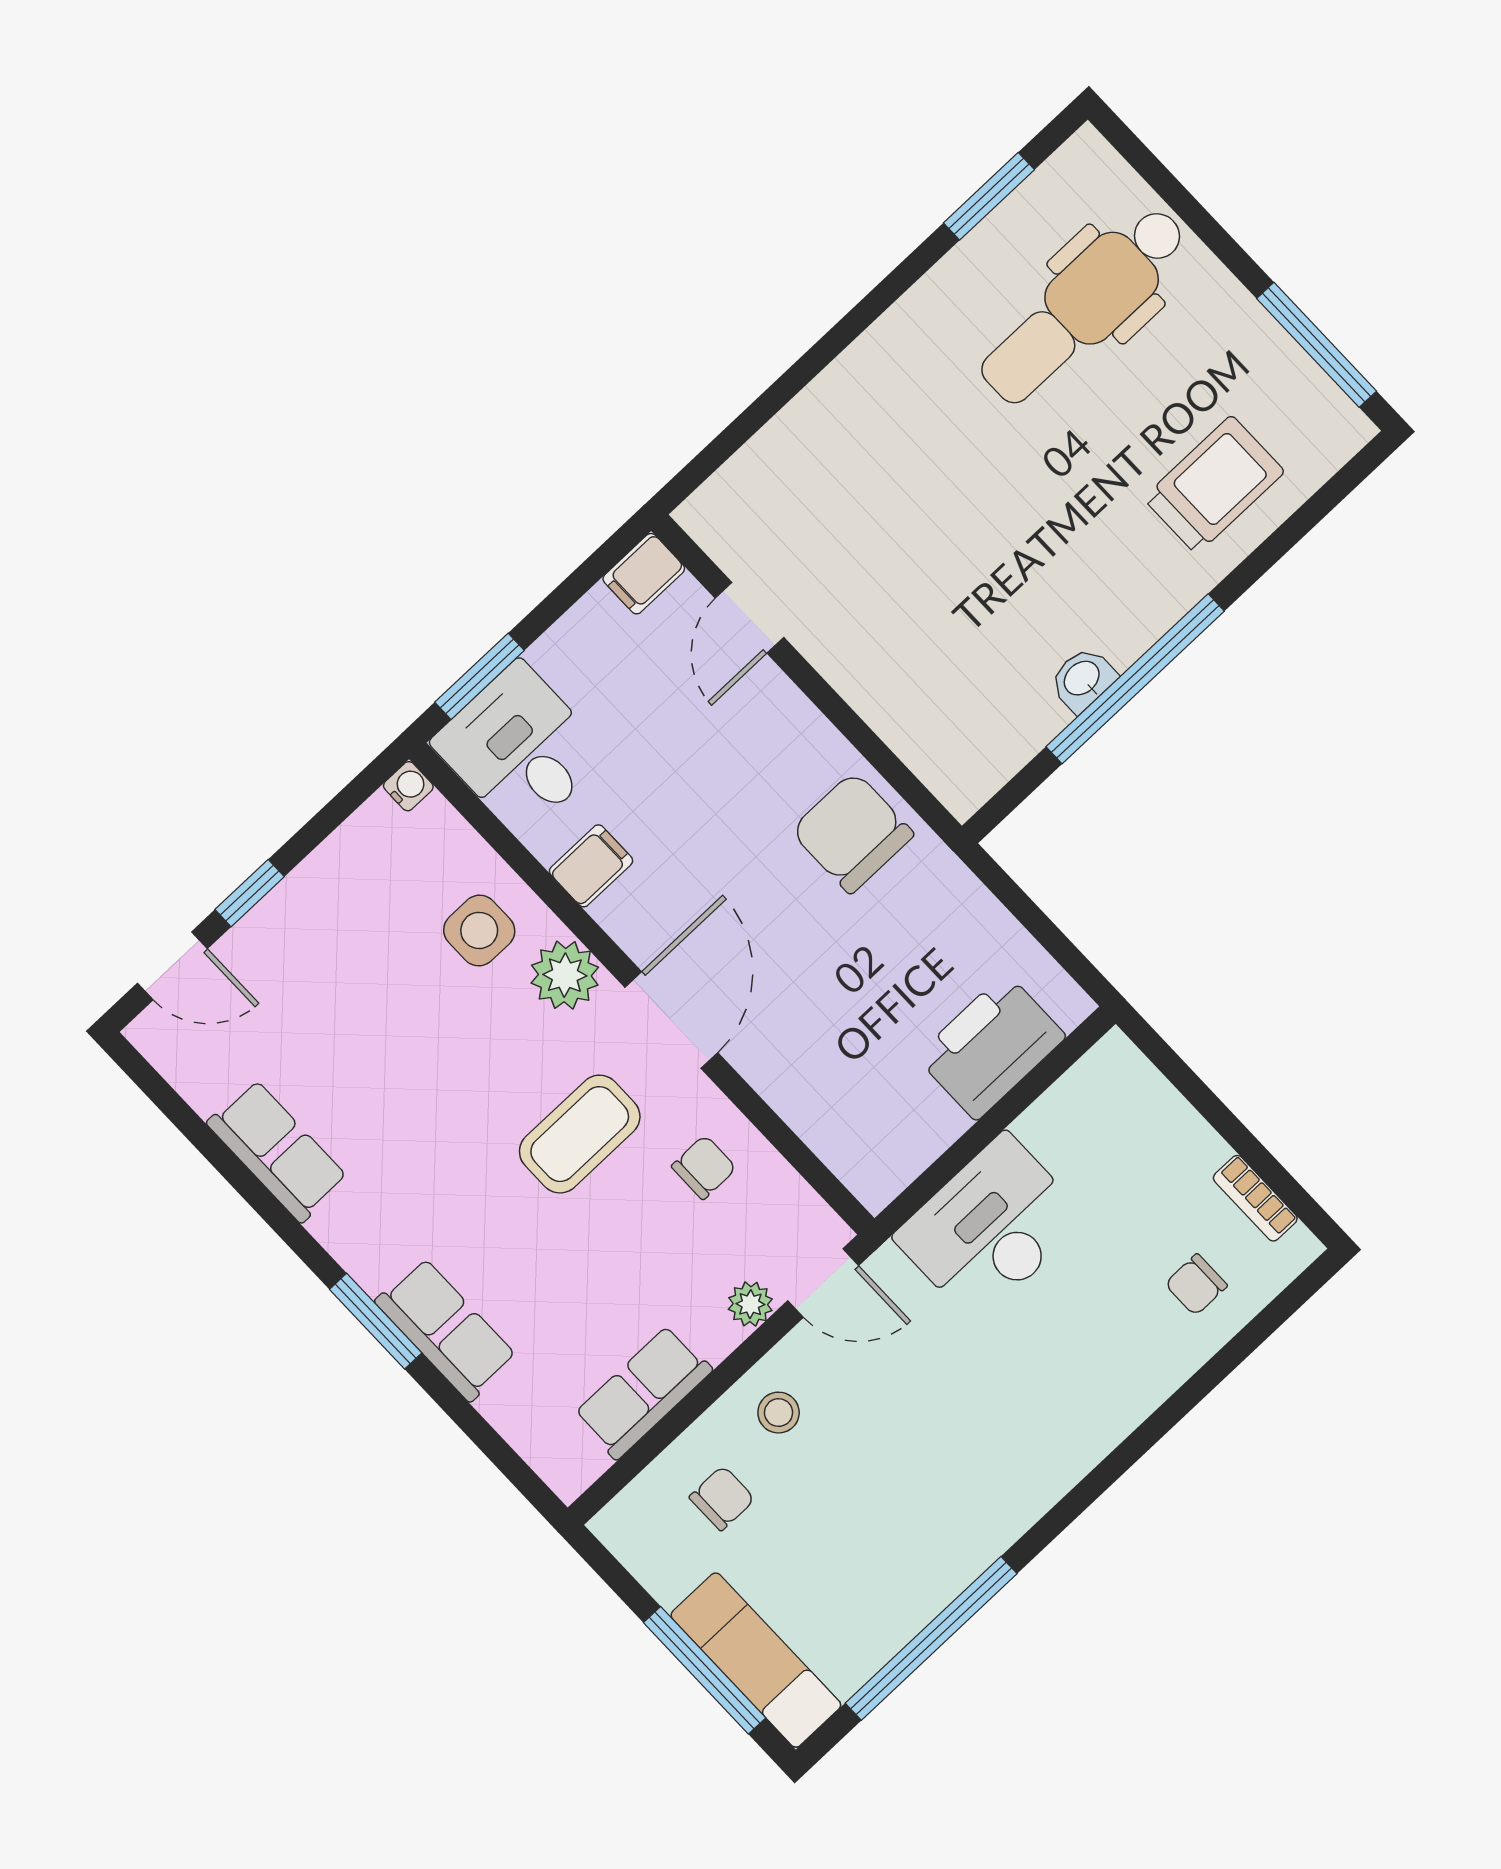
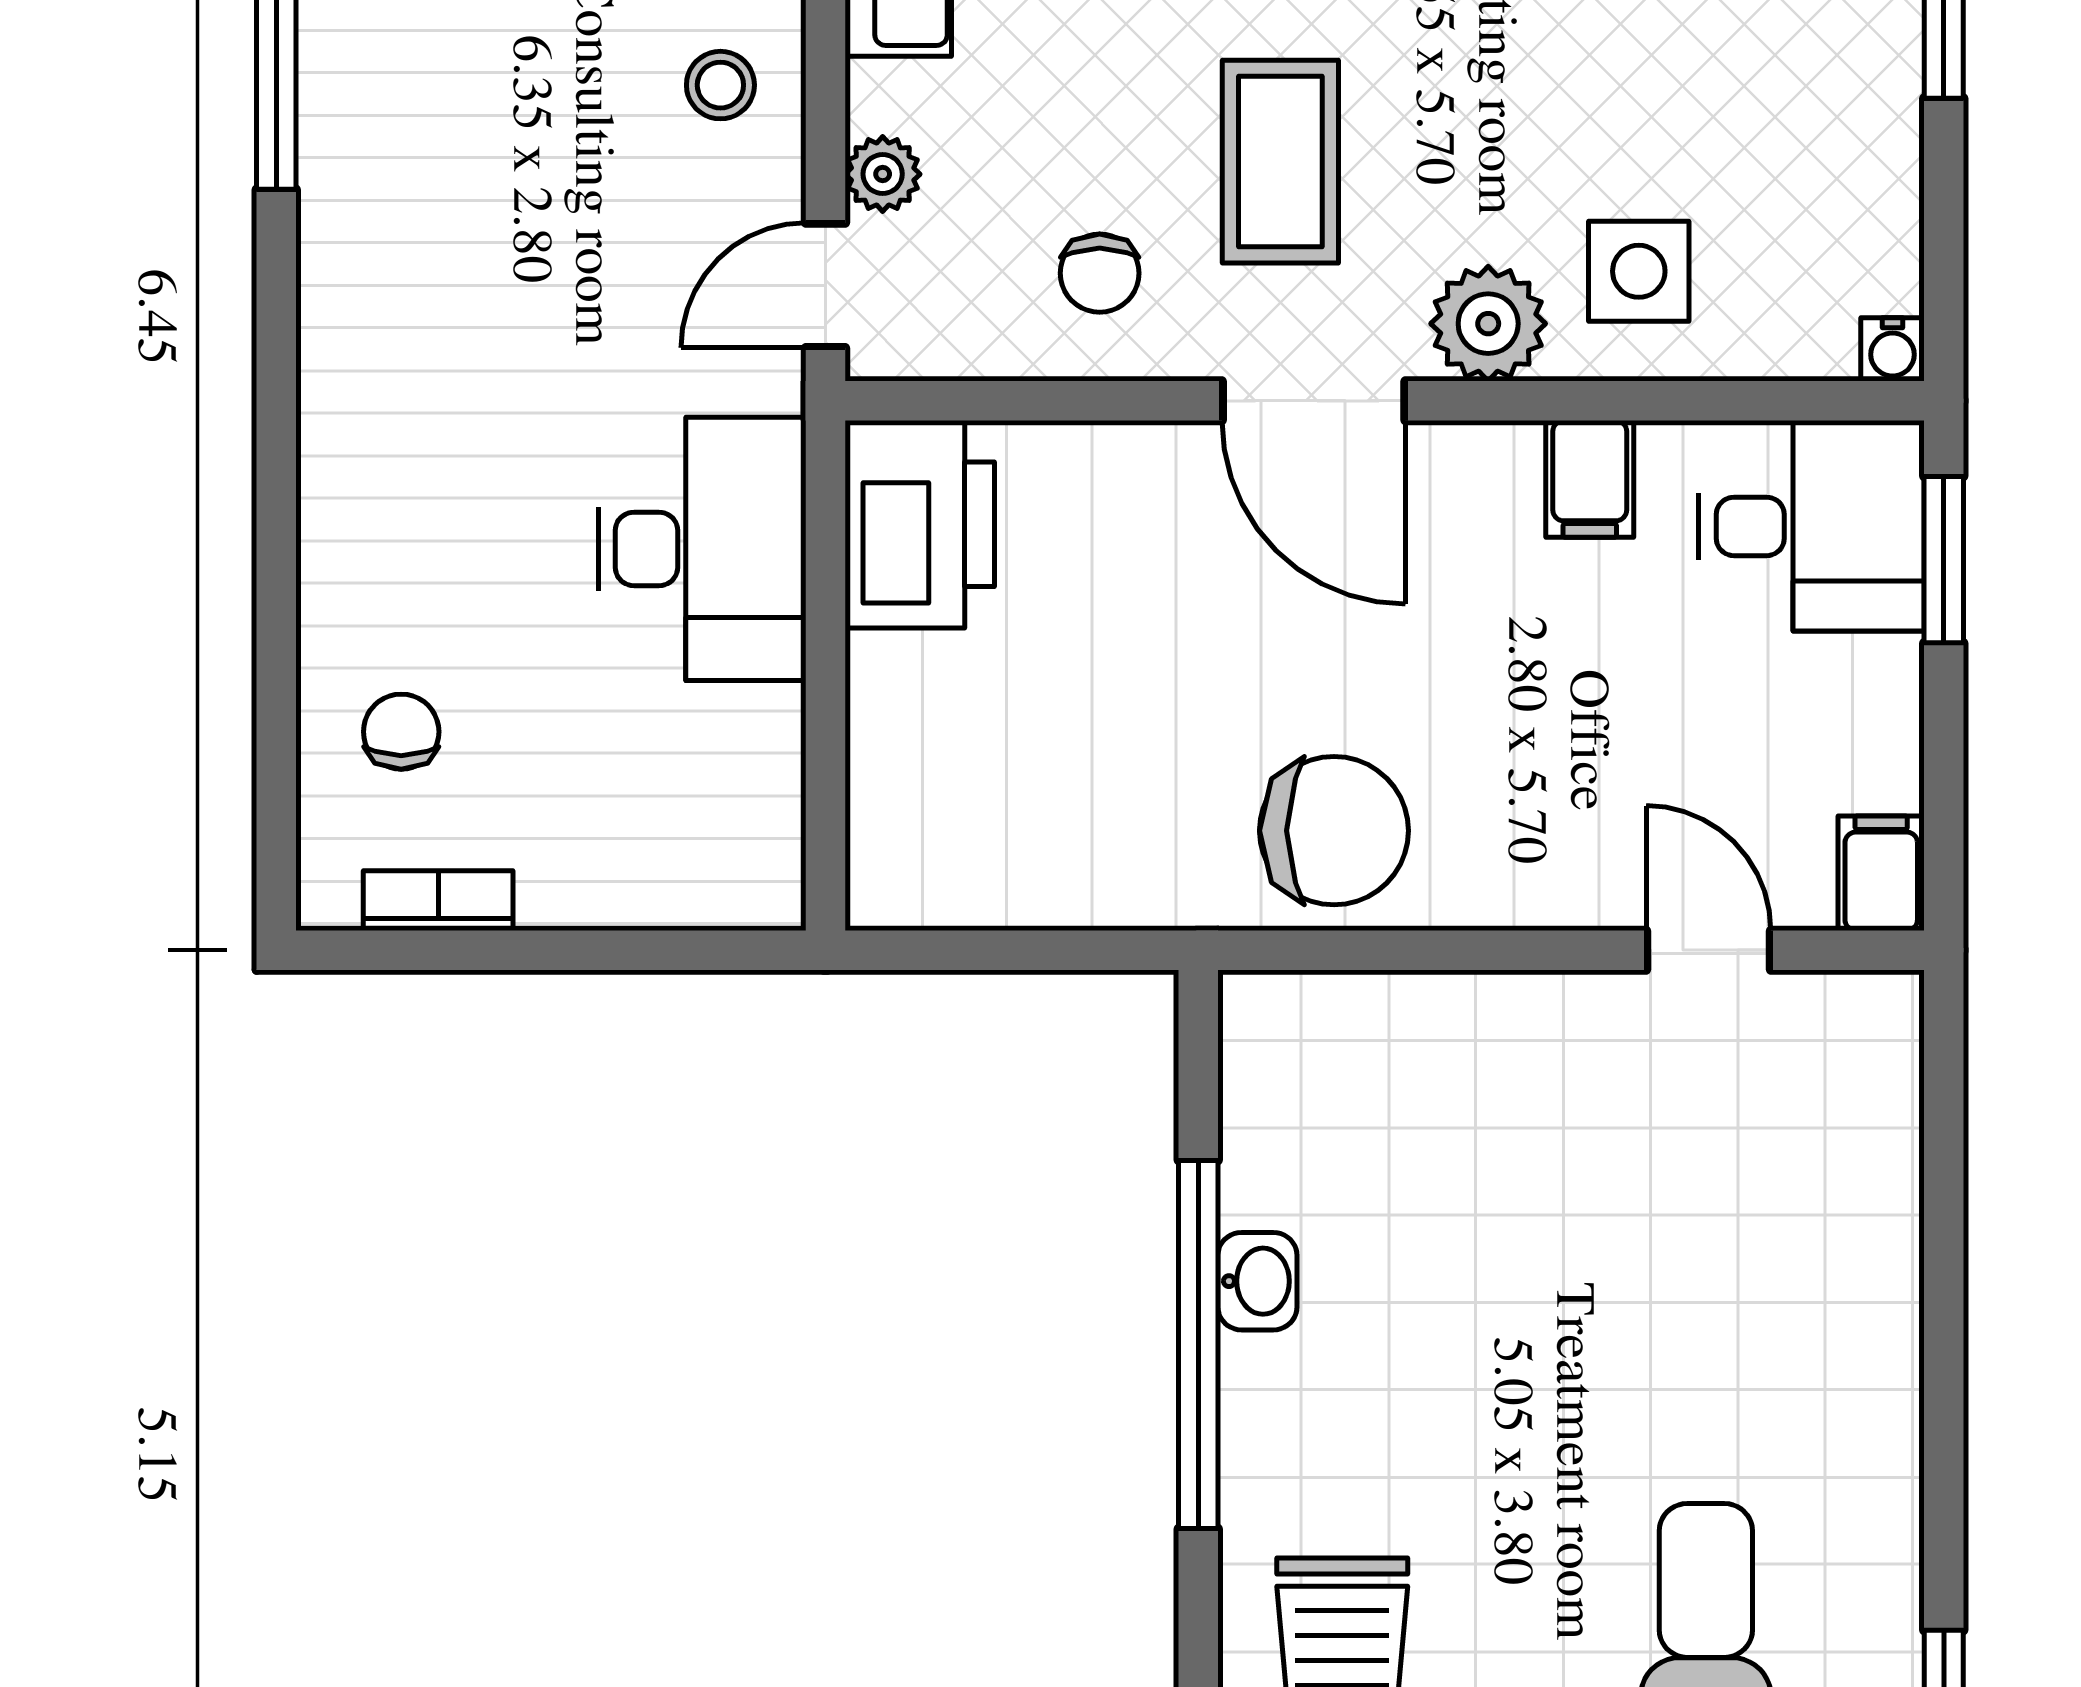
printer: (991, 1047) -> (920, 524), moved

